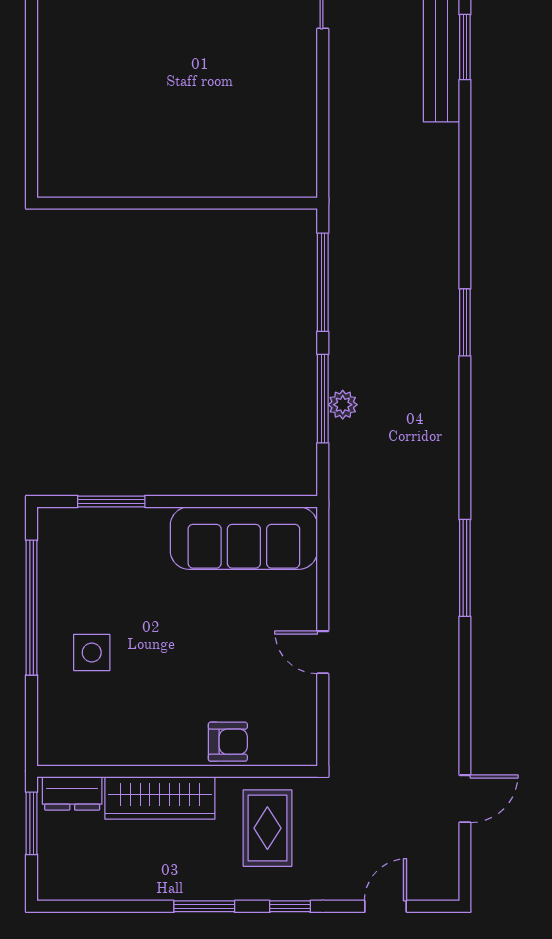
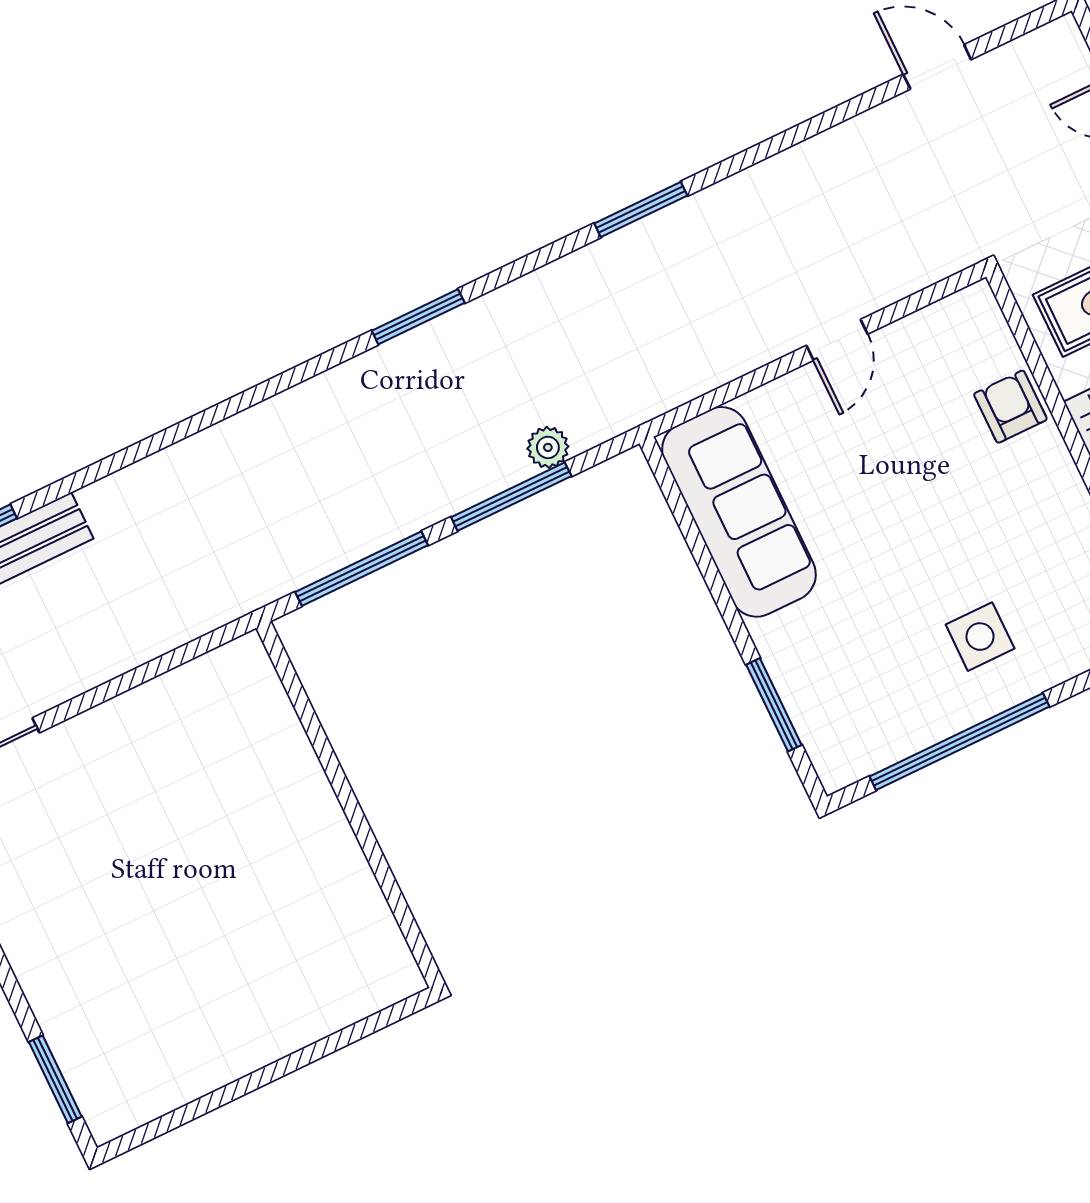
window: (465, 322) -> (418, 317), moved
plant: (343, 405) -> (548, 447), moved
window: (465, 568) -> (641, 210), width x0.69

